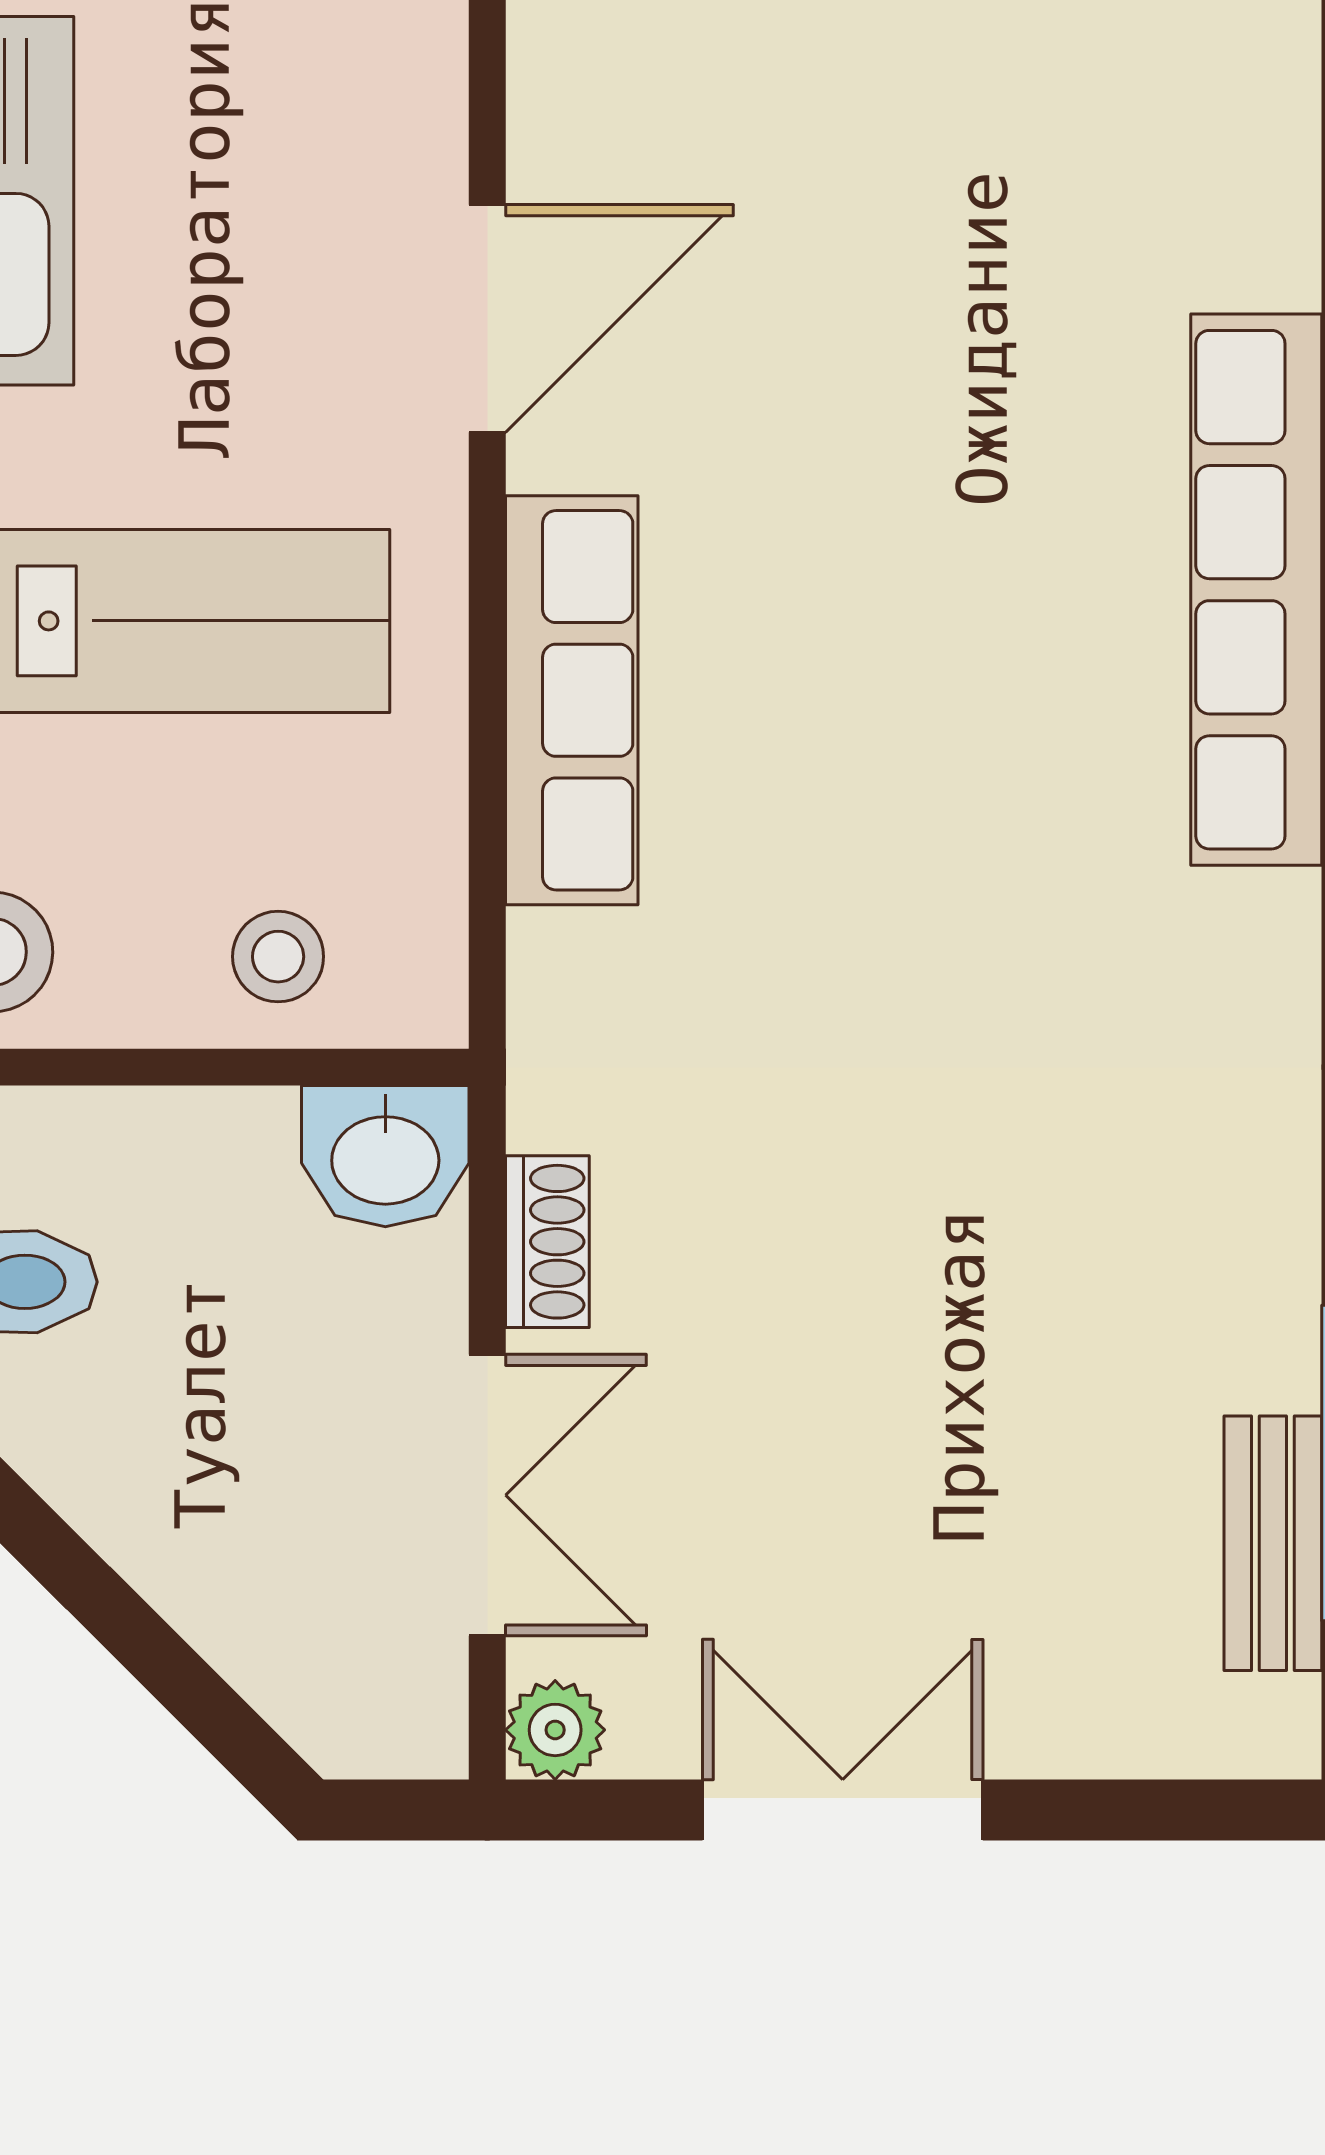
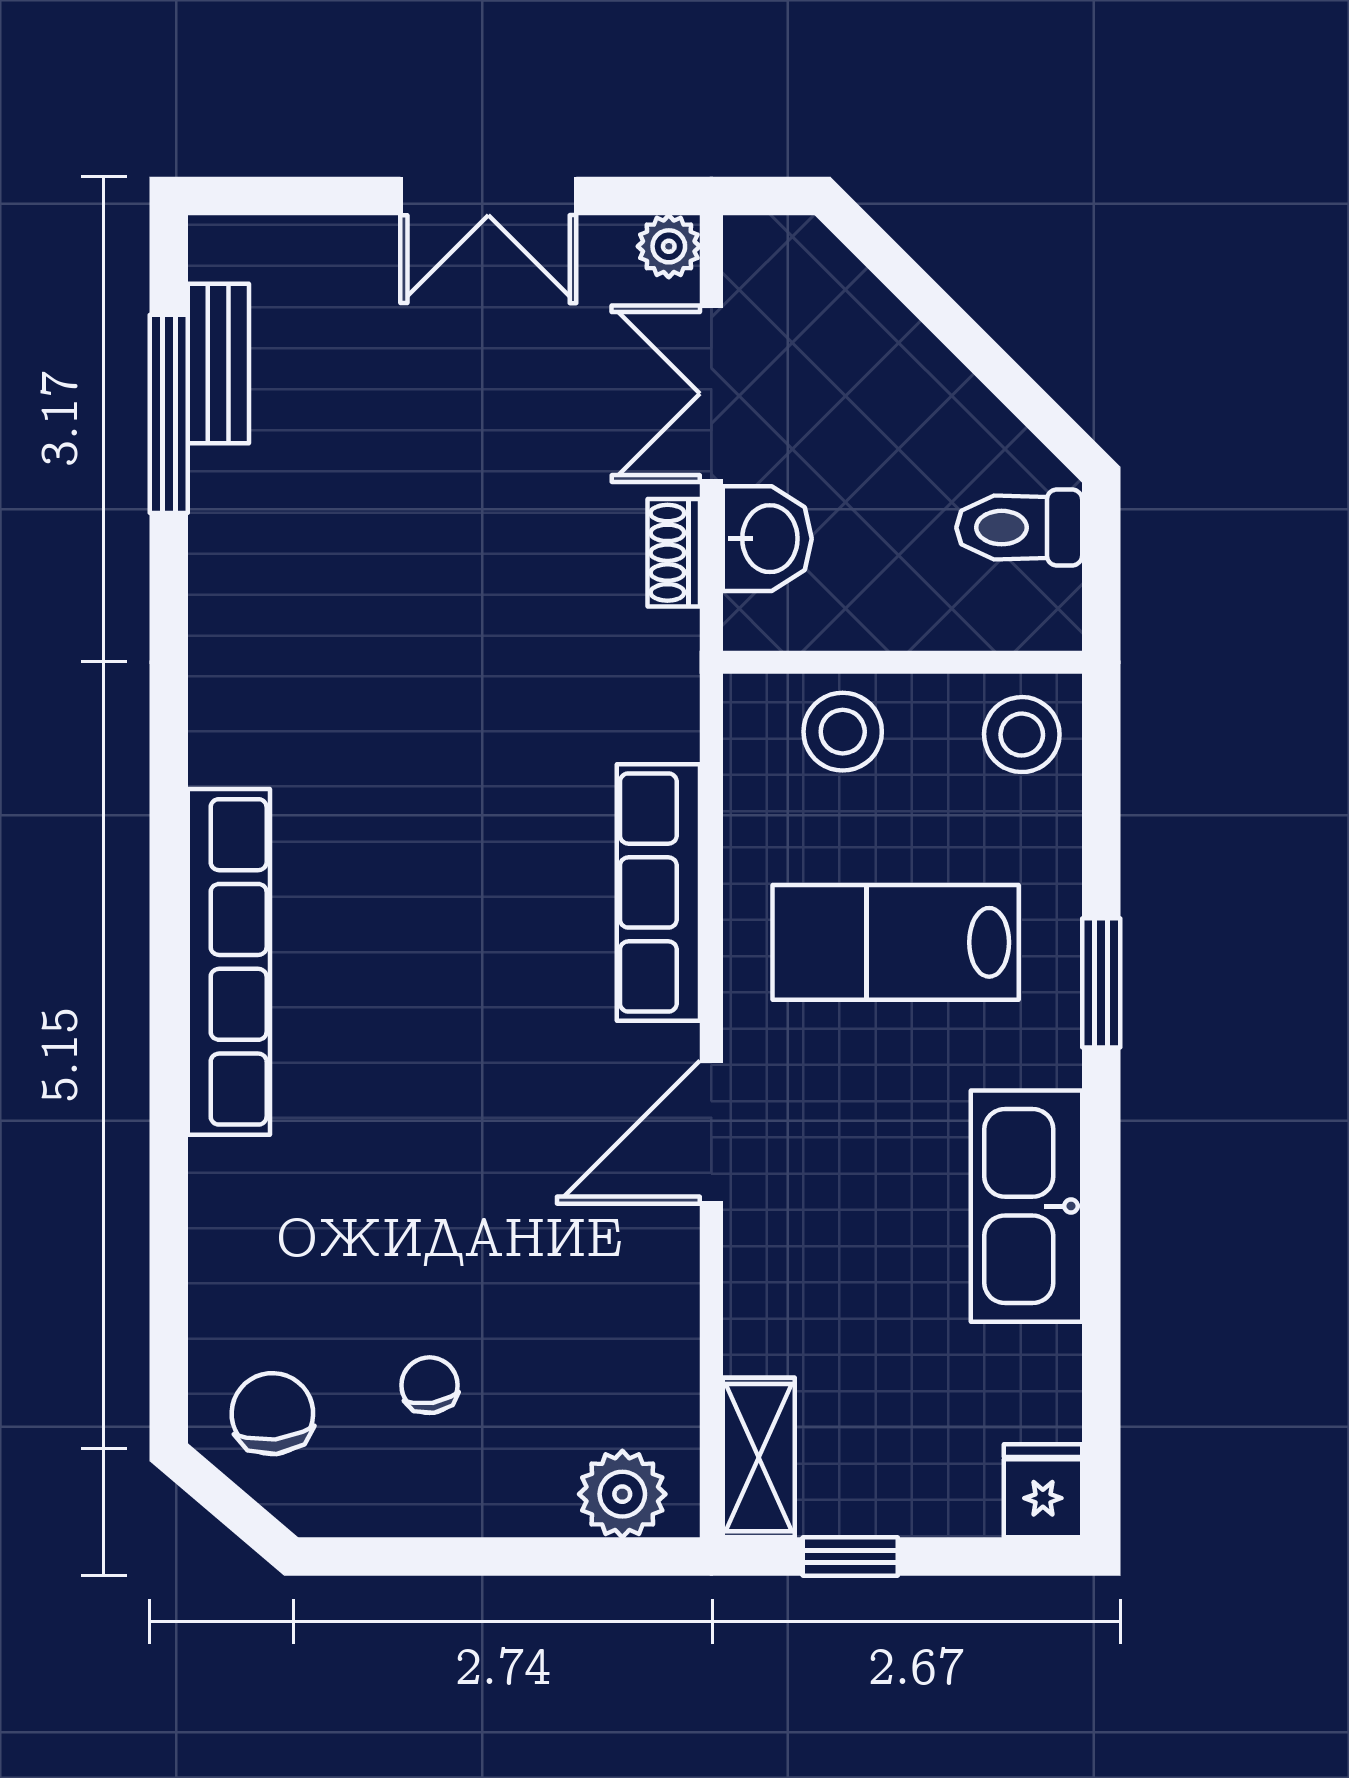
stool: (278, 957) -> (843, 732), width x1.37, depth x1.37
washbasin: (385, 1156) -> (767, 539), moved, turned 90

